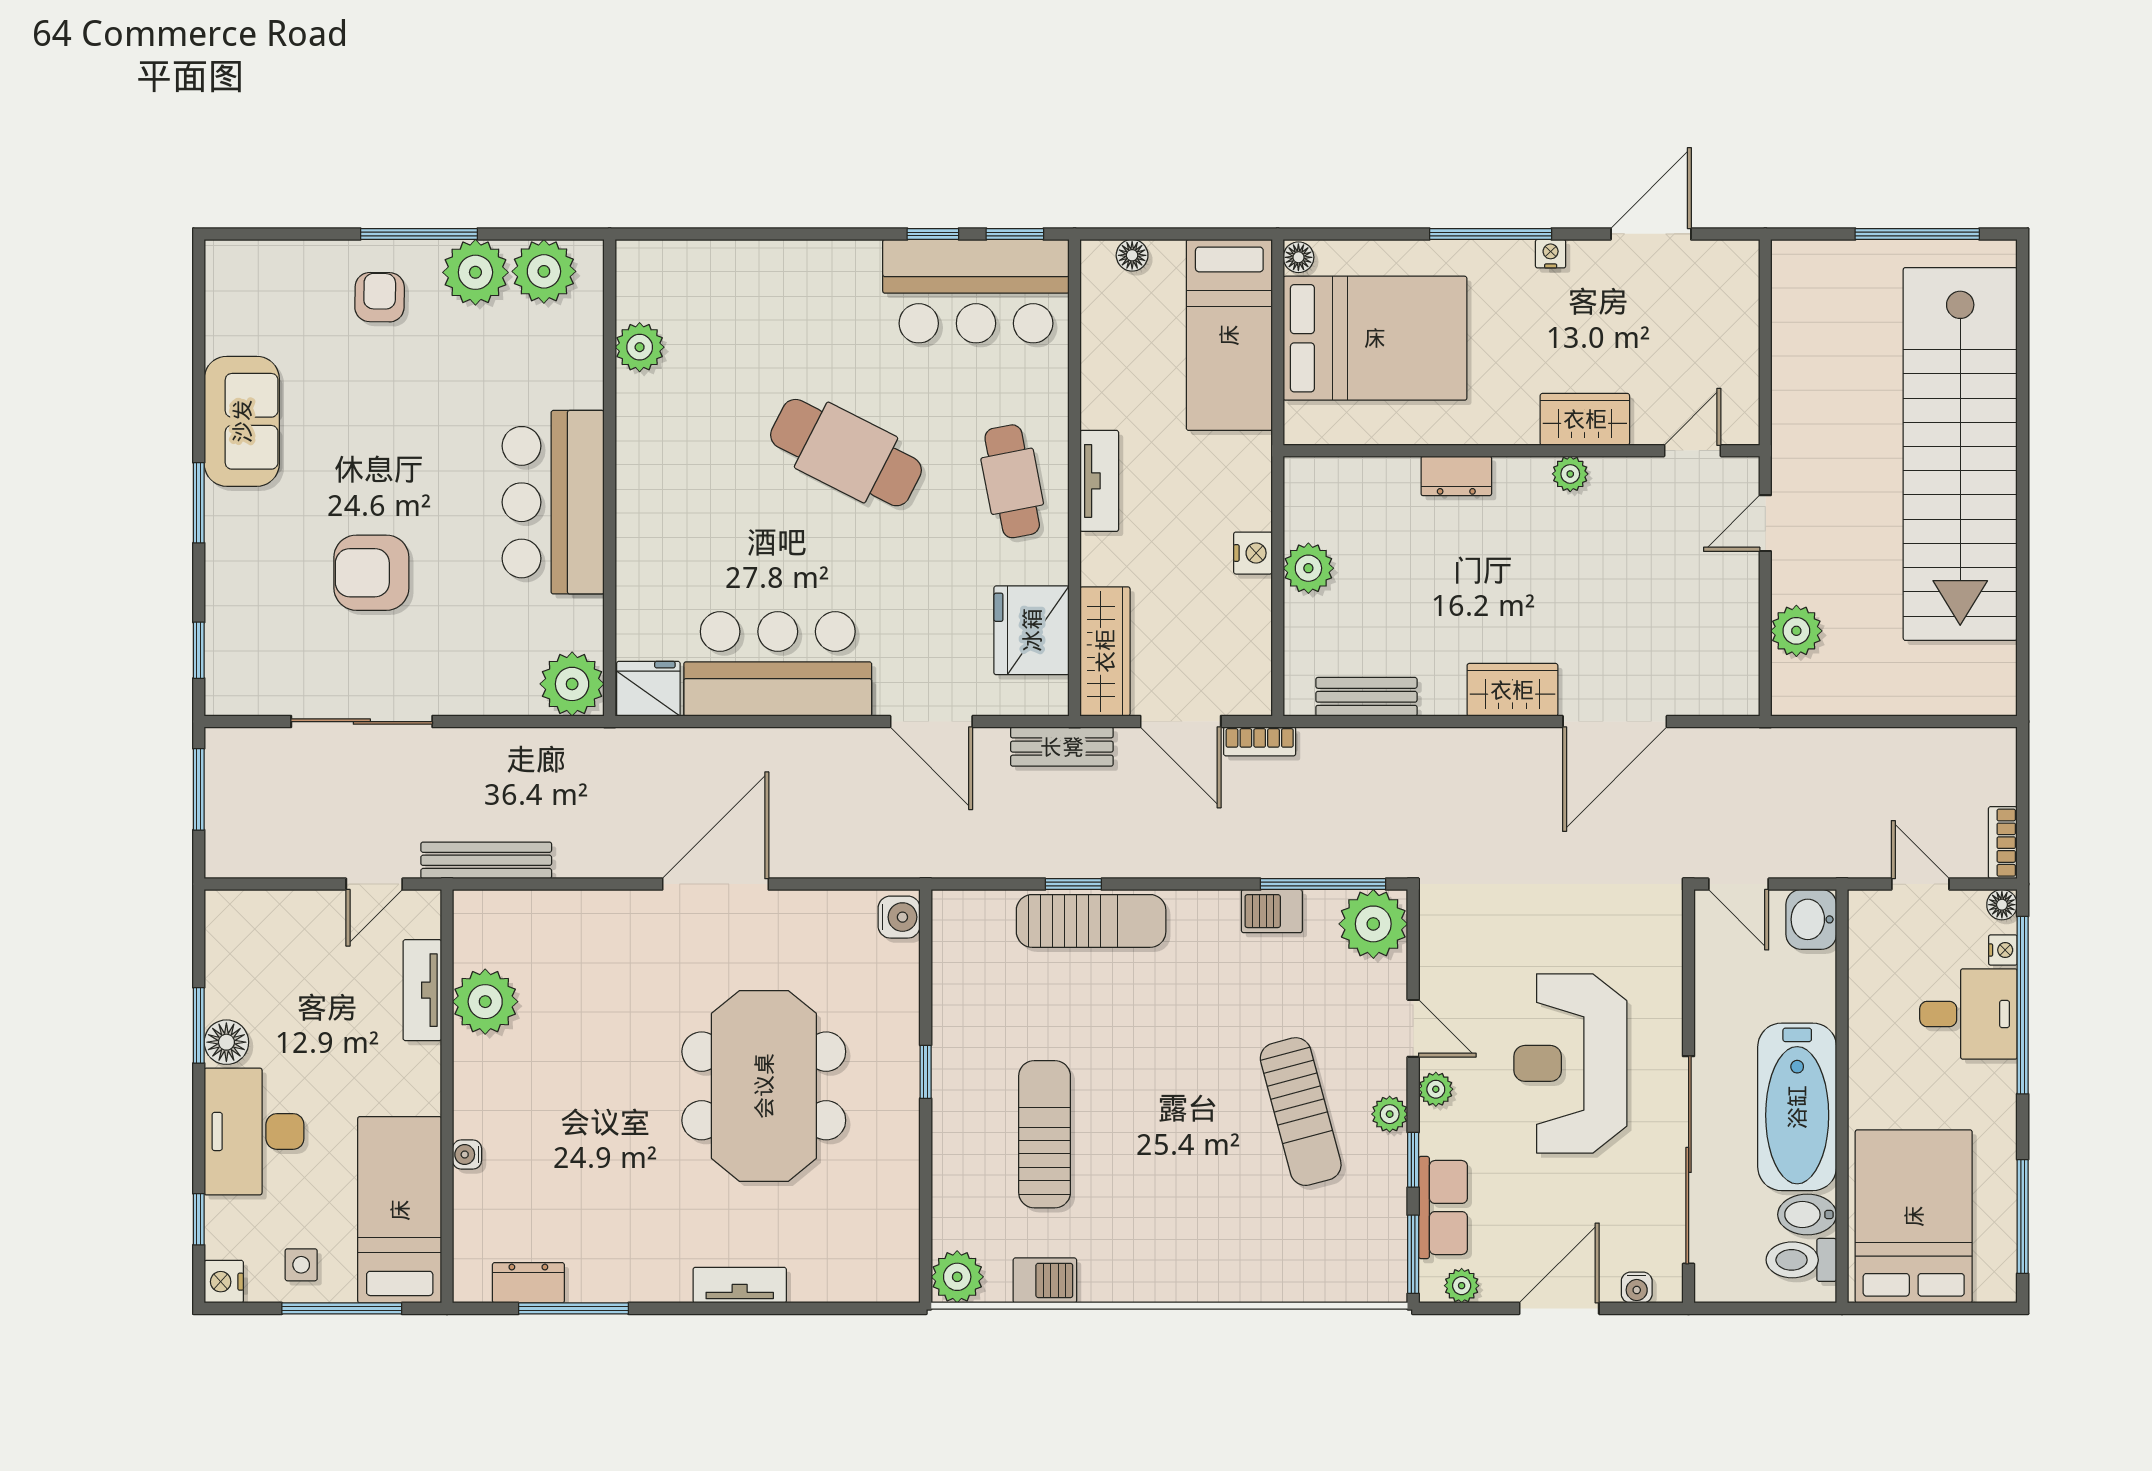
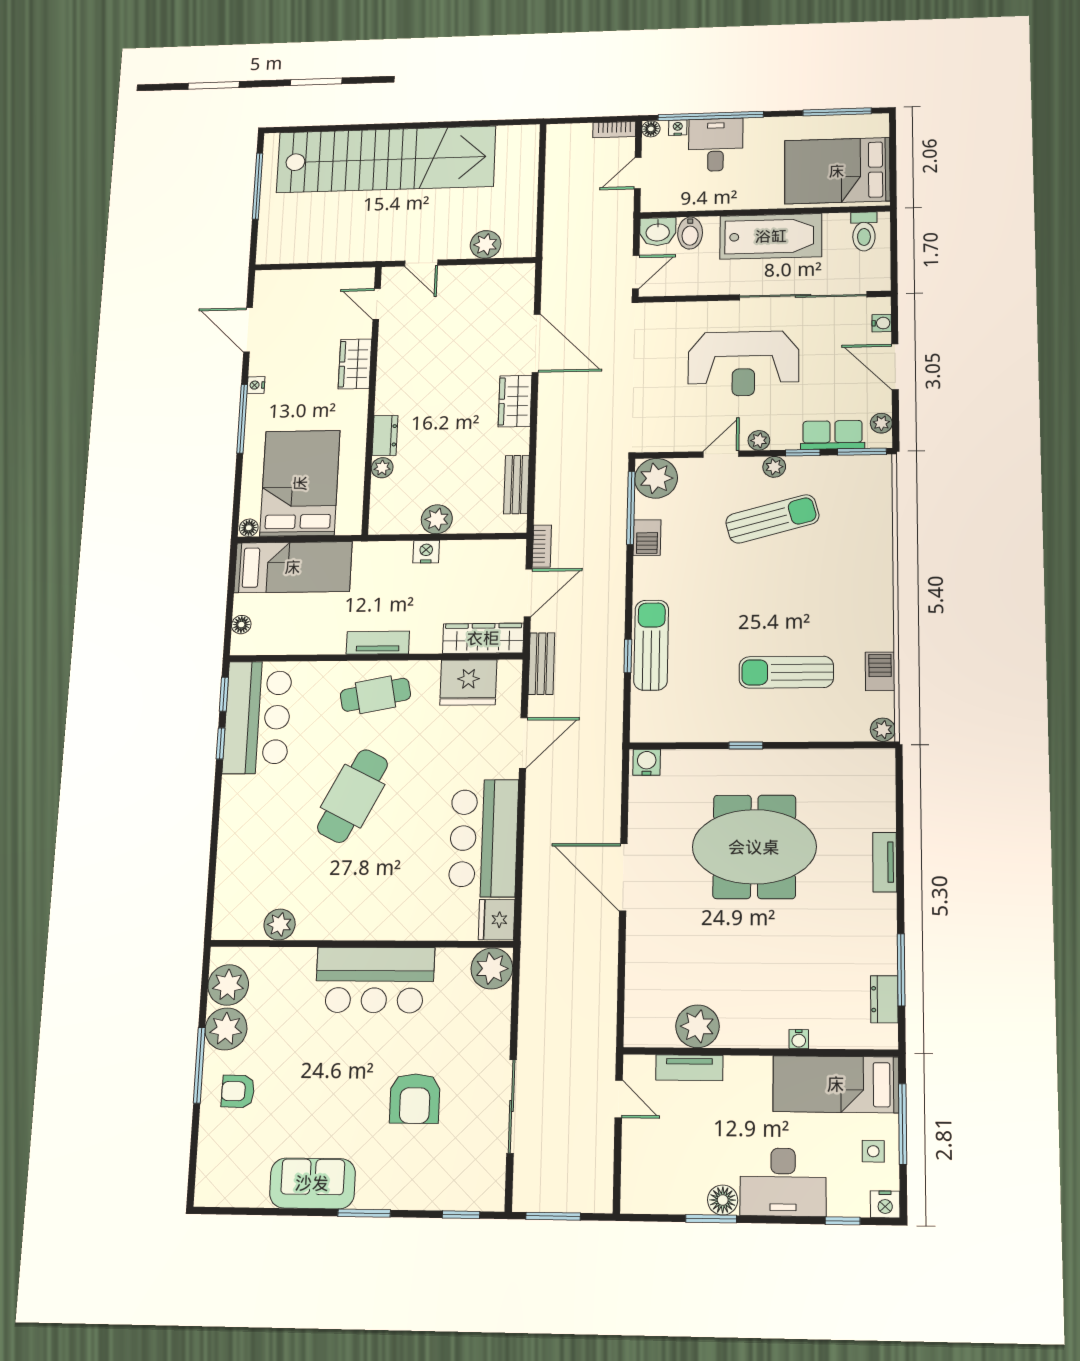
plant: (1570, 474) -> (382, 468), moved
bench: (486, 860) -> (605, 1025), removed
bidet: (1807, 1215) -> (690, 233), moved
plant: (957, 1277) -> (883, 730), width x0.73, depth x0.73

